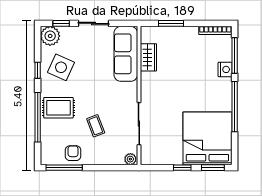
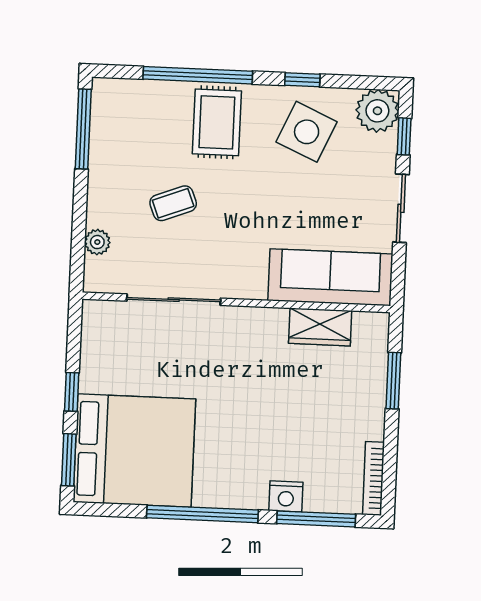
armchair: (73, 153) -> (115, 150), removed
plant: (130, 159) -> (97, 242), moved

